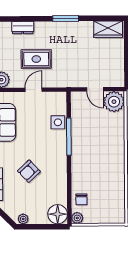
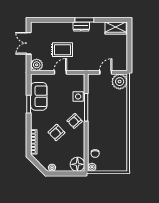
dresser: (23, 28) -> (81, 27), moved
door: (95, 89) -> (106, 72), swing flipped
armchair: (53, 155) -> (75, 121), added

